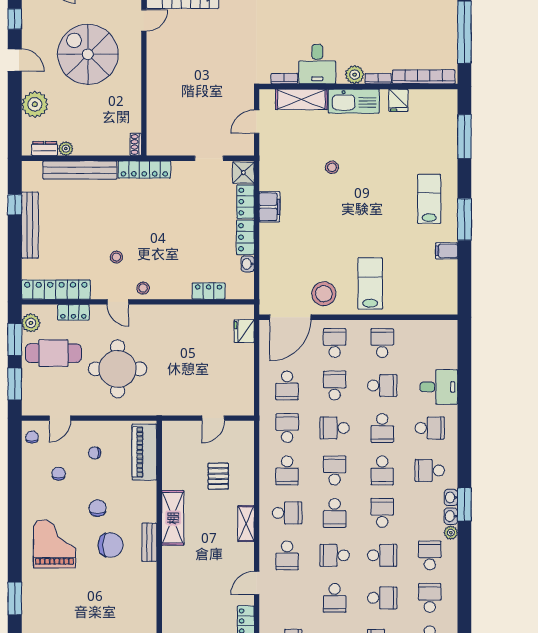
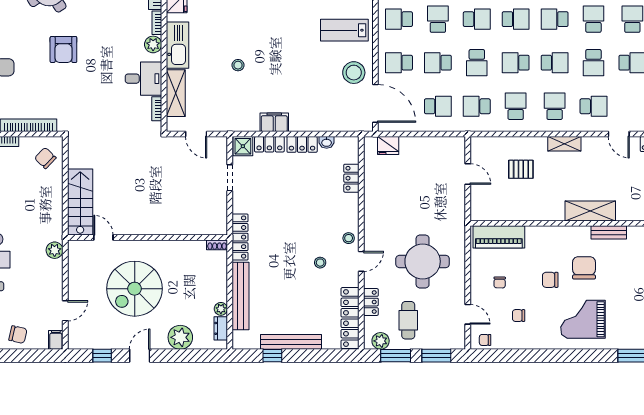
cafe table: (53, 353) -> (408, 320), width x0.73, depth x0.74
school desk: (287, 470) -> (516, 106), turned -90
shelving: (173, 518) -> (590, 211), moved
bench: (149, 542) -> (609, 232), moved

